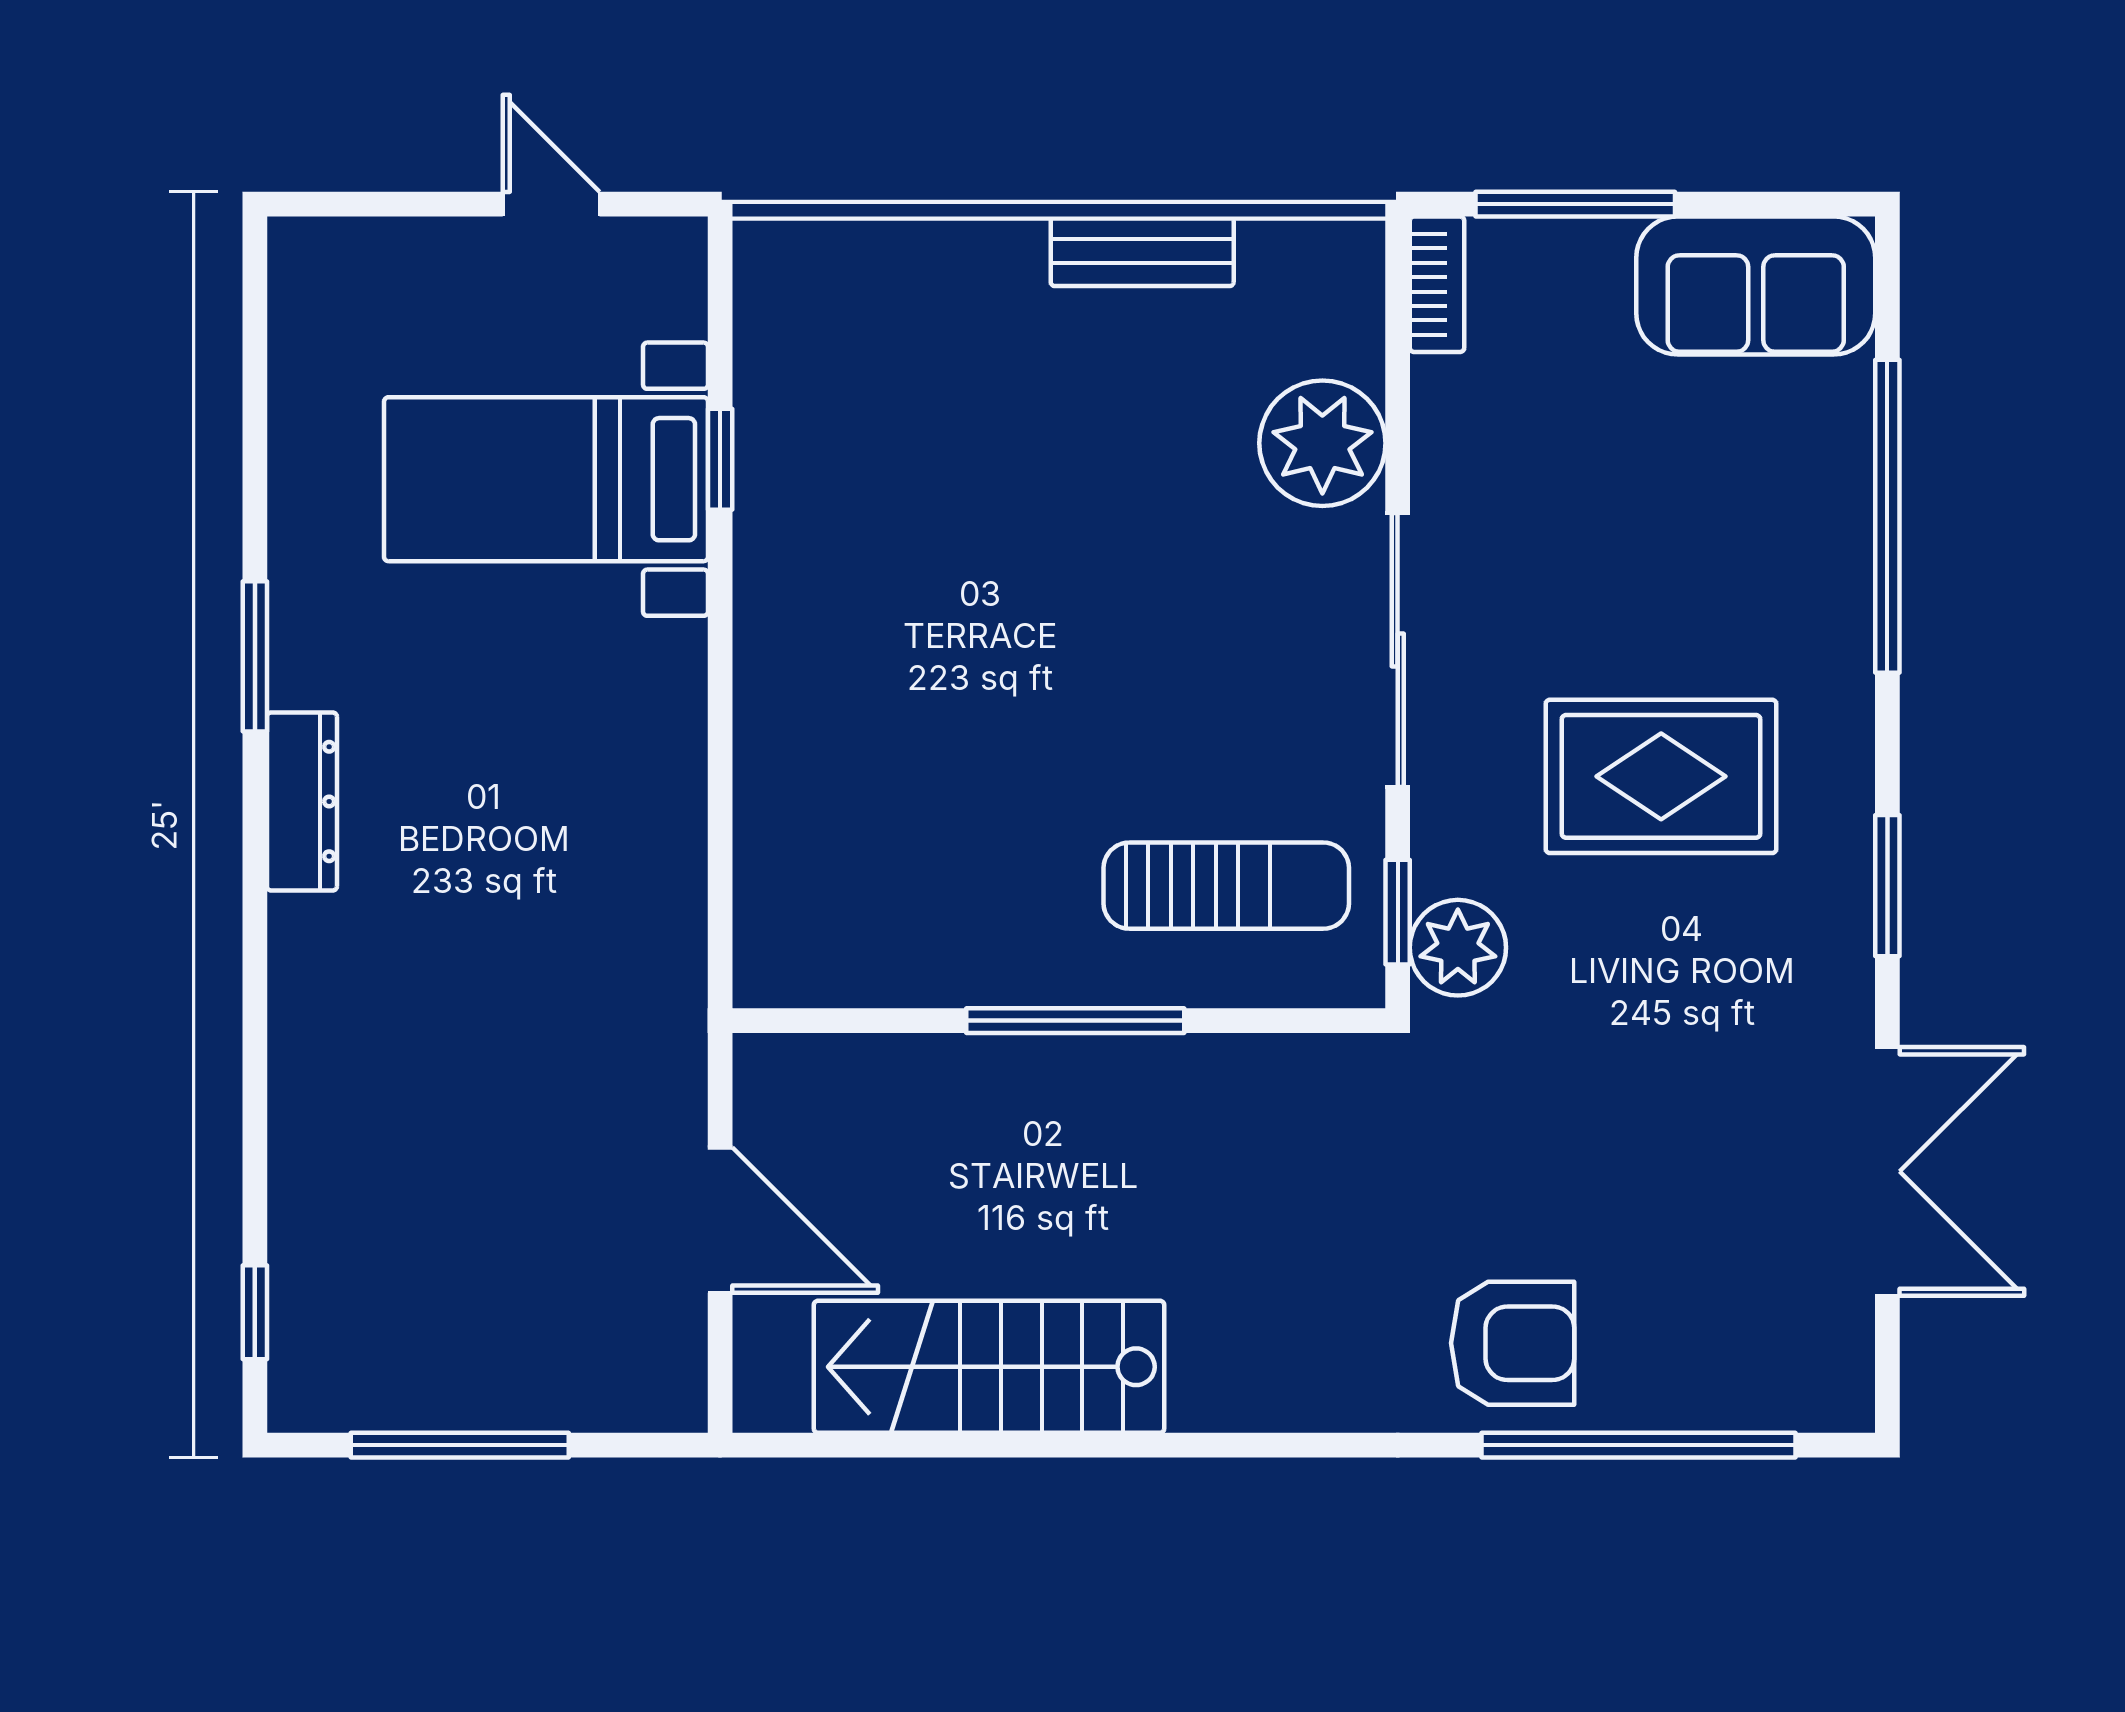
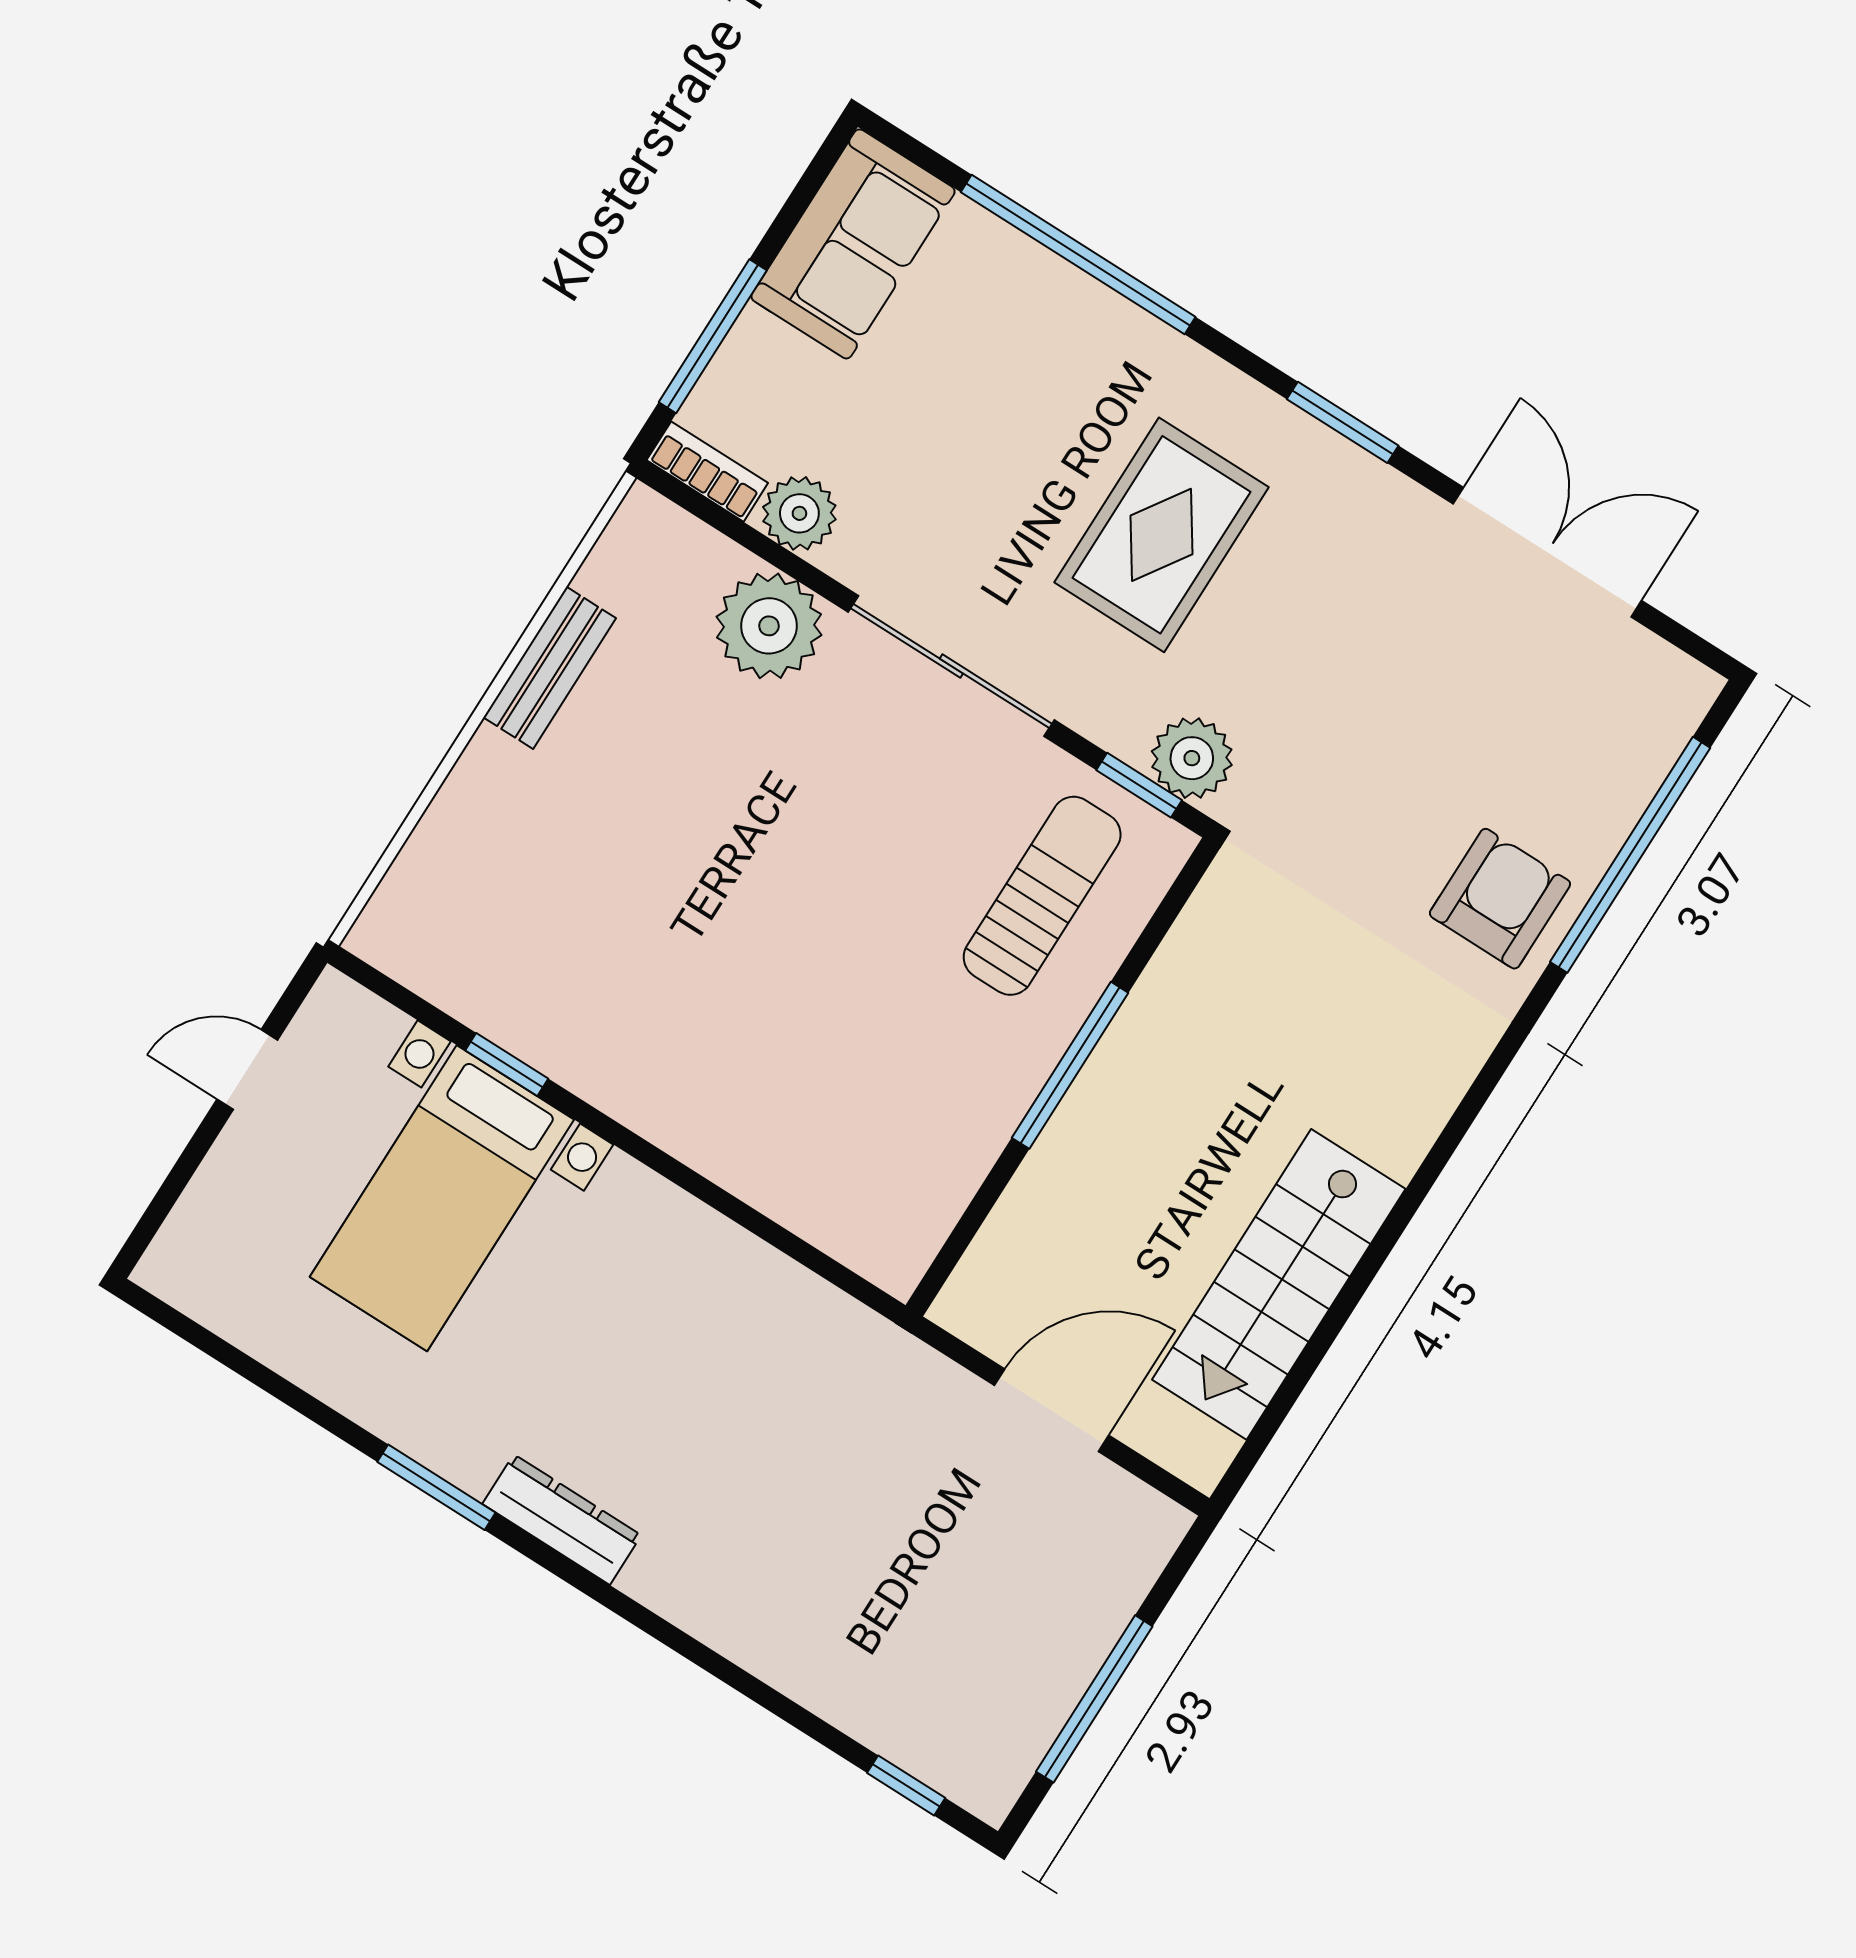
plant: (1454, 402) -> (799, 513), added

